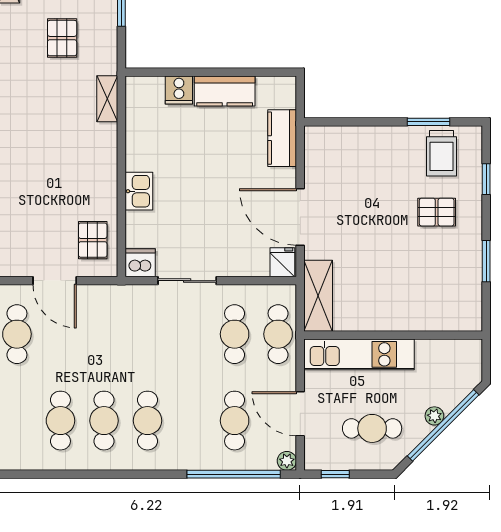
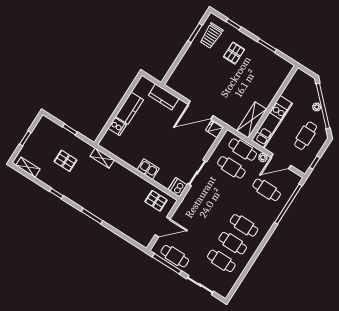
trolley: (442, 153) -> (211, 36), turned 90
shelving: (318, 296) -> (252, 120), moved, turned 90
plant: (287, 461) -> (263, 157), moved

